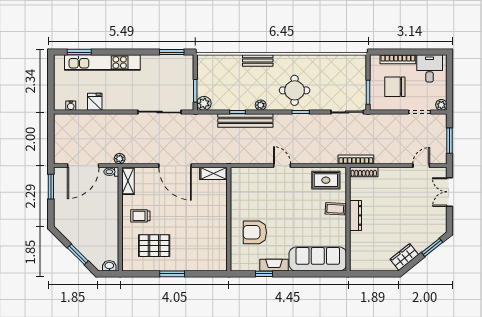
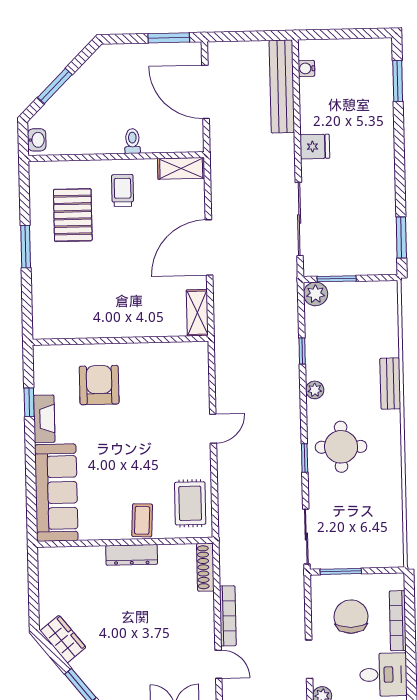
kitchen unit: (102, 62) -> (381, 120), removed
fridge: (95, 102) -> (315, 147), moved
bench: (245, 120) -> (282, 86), moved
plant: (120, 159) -> (219, 153), removed
bookcase: (356, 159) -> (228, 616), moved
toilet: (111, 172) -> (132, 141), moved

